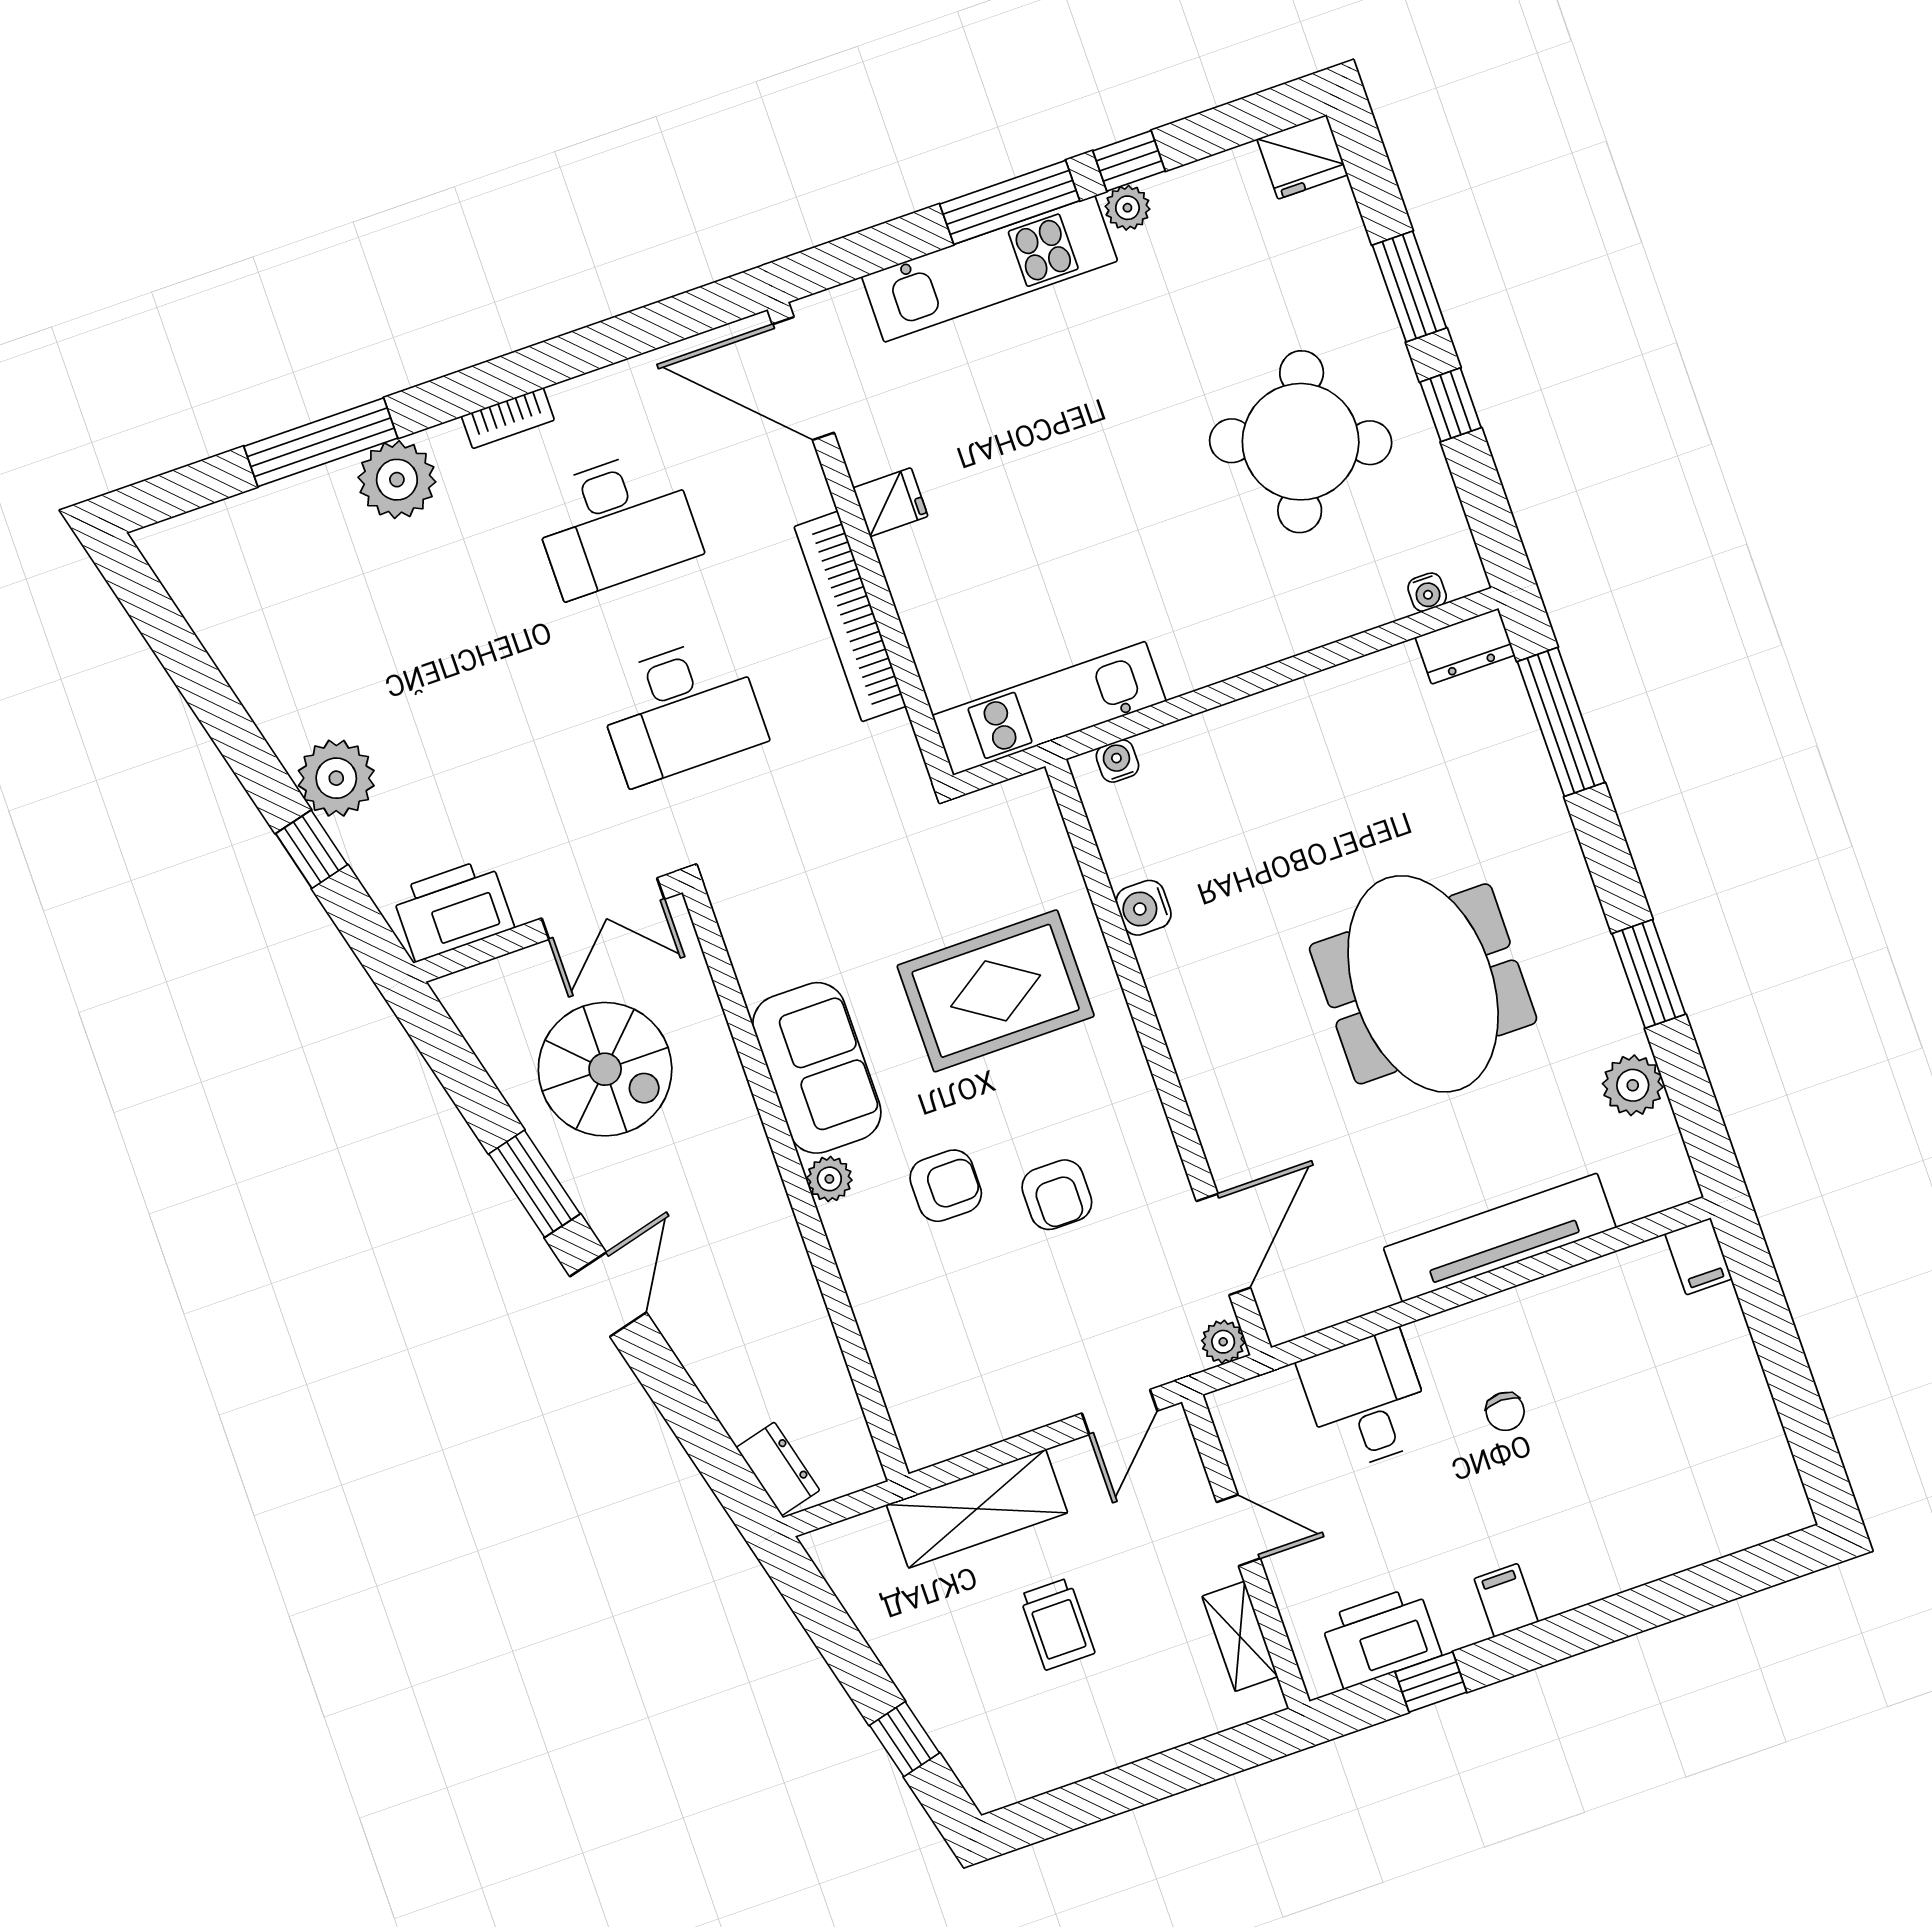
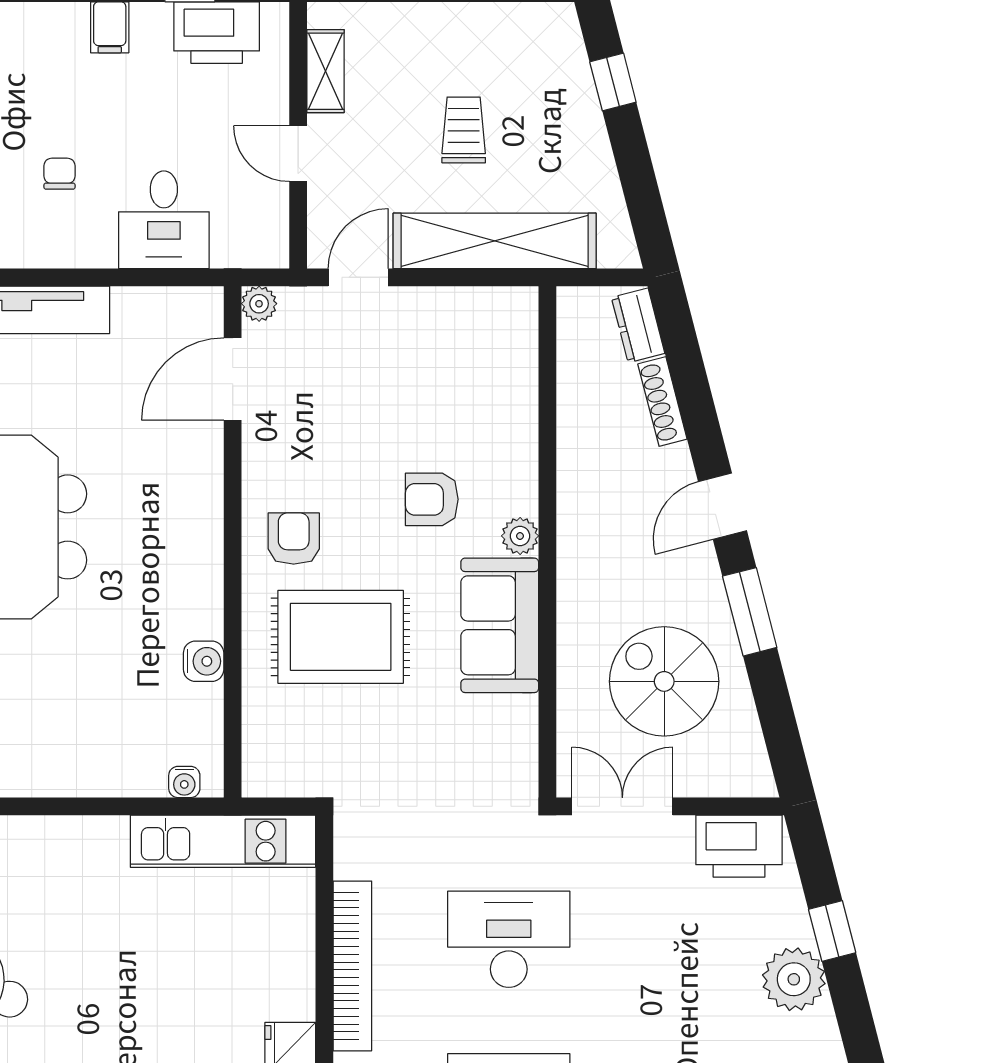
armchair: (1057, 1195) -> (294, 539), moved
shoe rack: (719, 1391) -> (662, 402), added
shelving: (977, 1509) -> (495, 241), width x1.47

